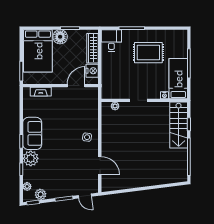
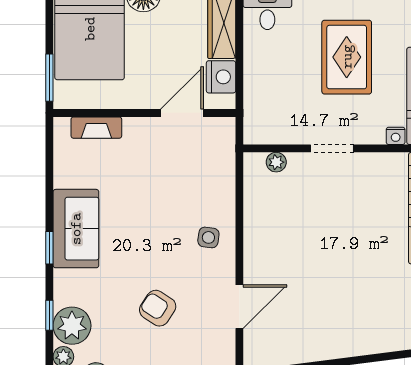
rug: (148, 53) -> (347, 57), moved, turned 90
plant: (31, 158) -> (72, 326), moved
armchair: (66, 166) -> (158, 308), added
door: (100, 166) -> (239, 307), hinge flipped

